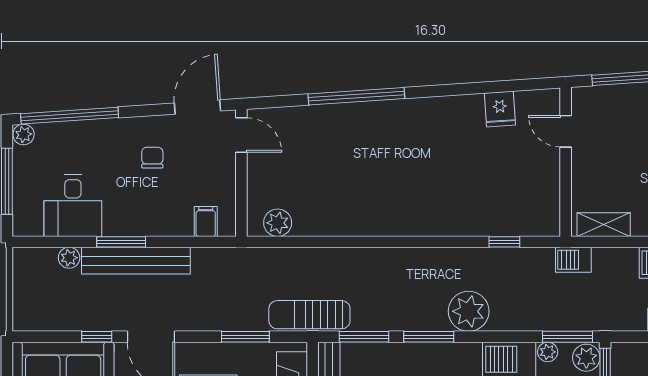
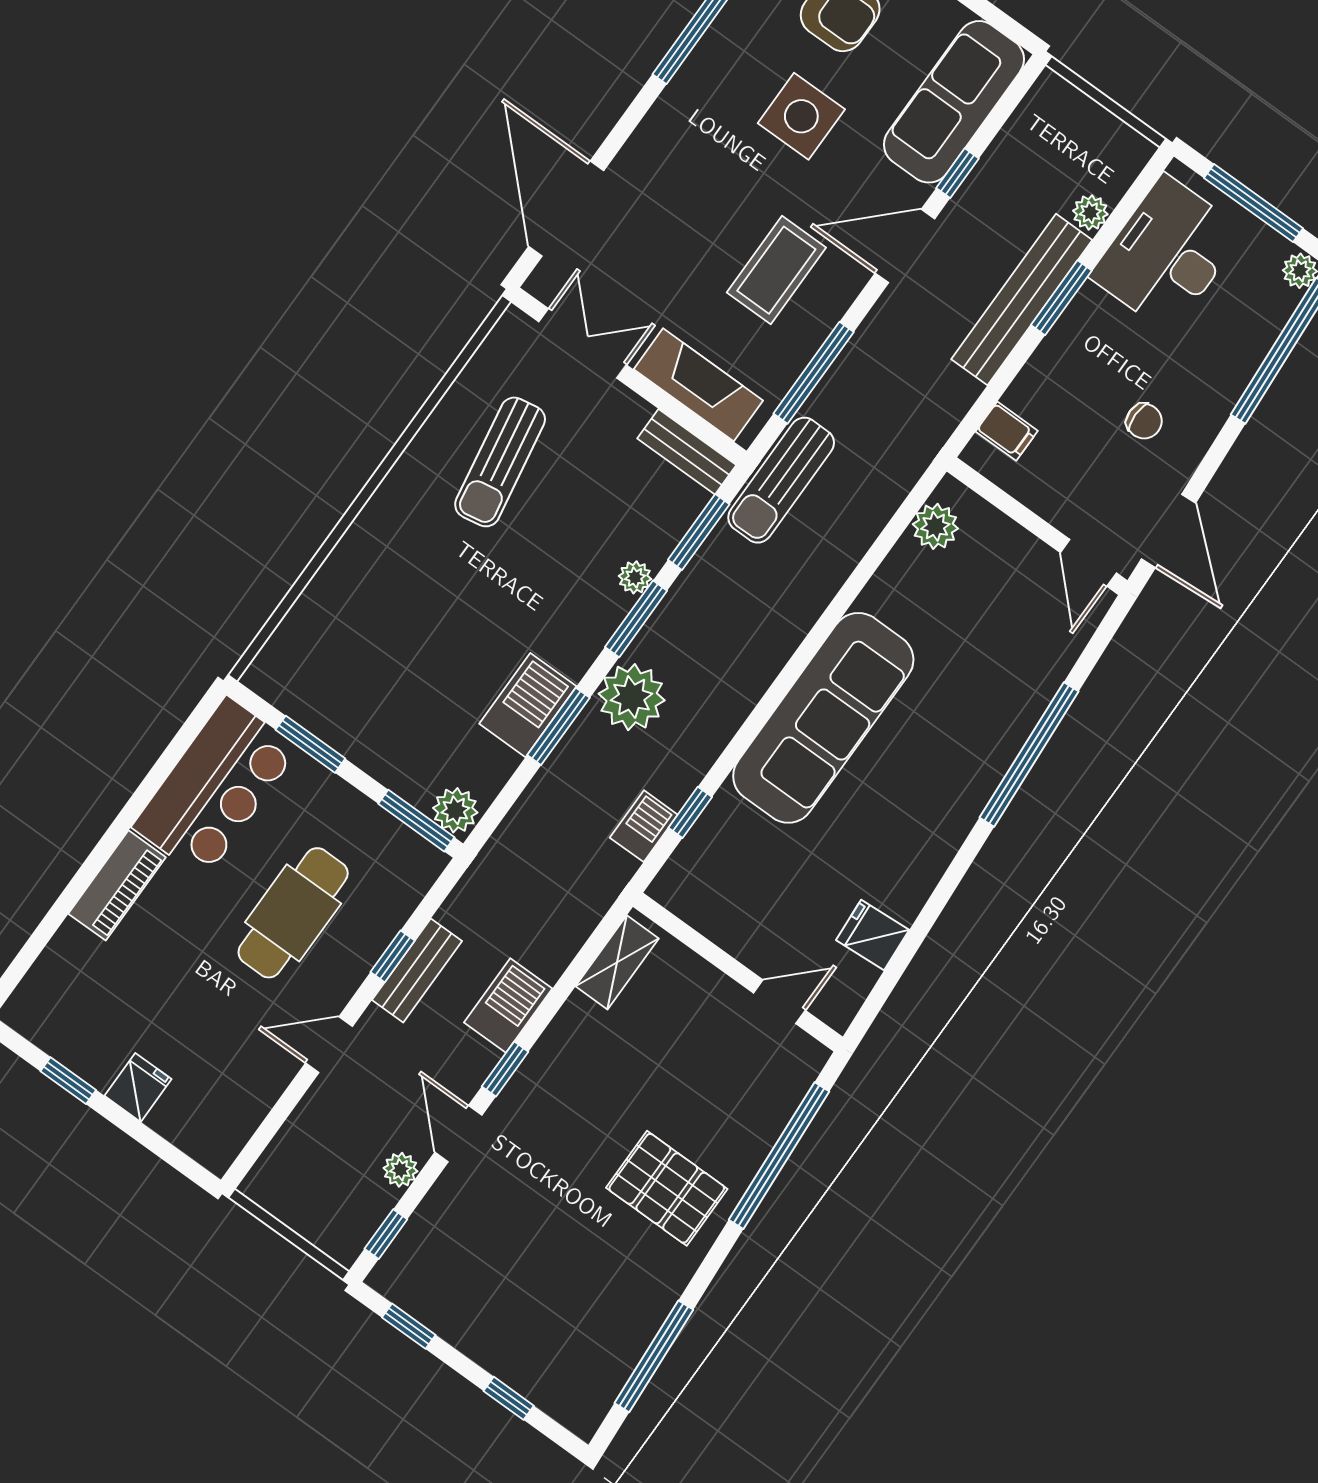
door: (241, 135) -> (1088, 563), hinge flipped
desk: (73, 206) -> (1167, 254), width x1.37
sofa: (411, 210) -> (823, 718), added
barbecue: (573, 260) -> (644, 826), moved
sun lounger: (309, 315) -> (781, 480), turned 180
window: (245, 337) -> (814, 373), width x1.44
window: (568, 337) -> (558, 726), moved
plant: (548, 352) -> (635, 577), moved

